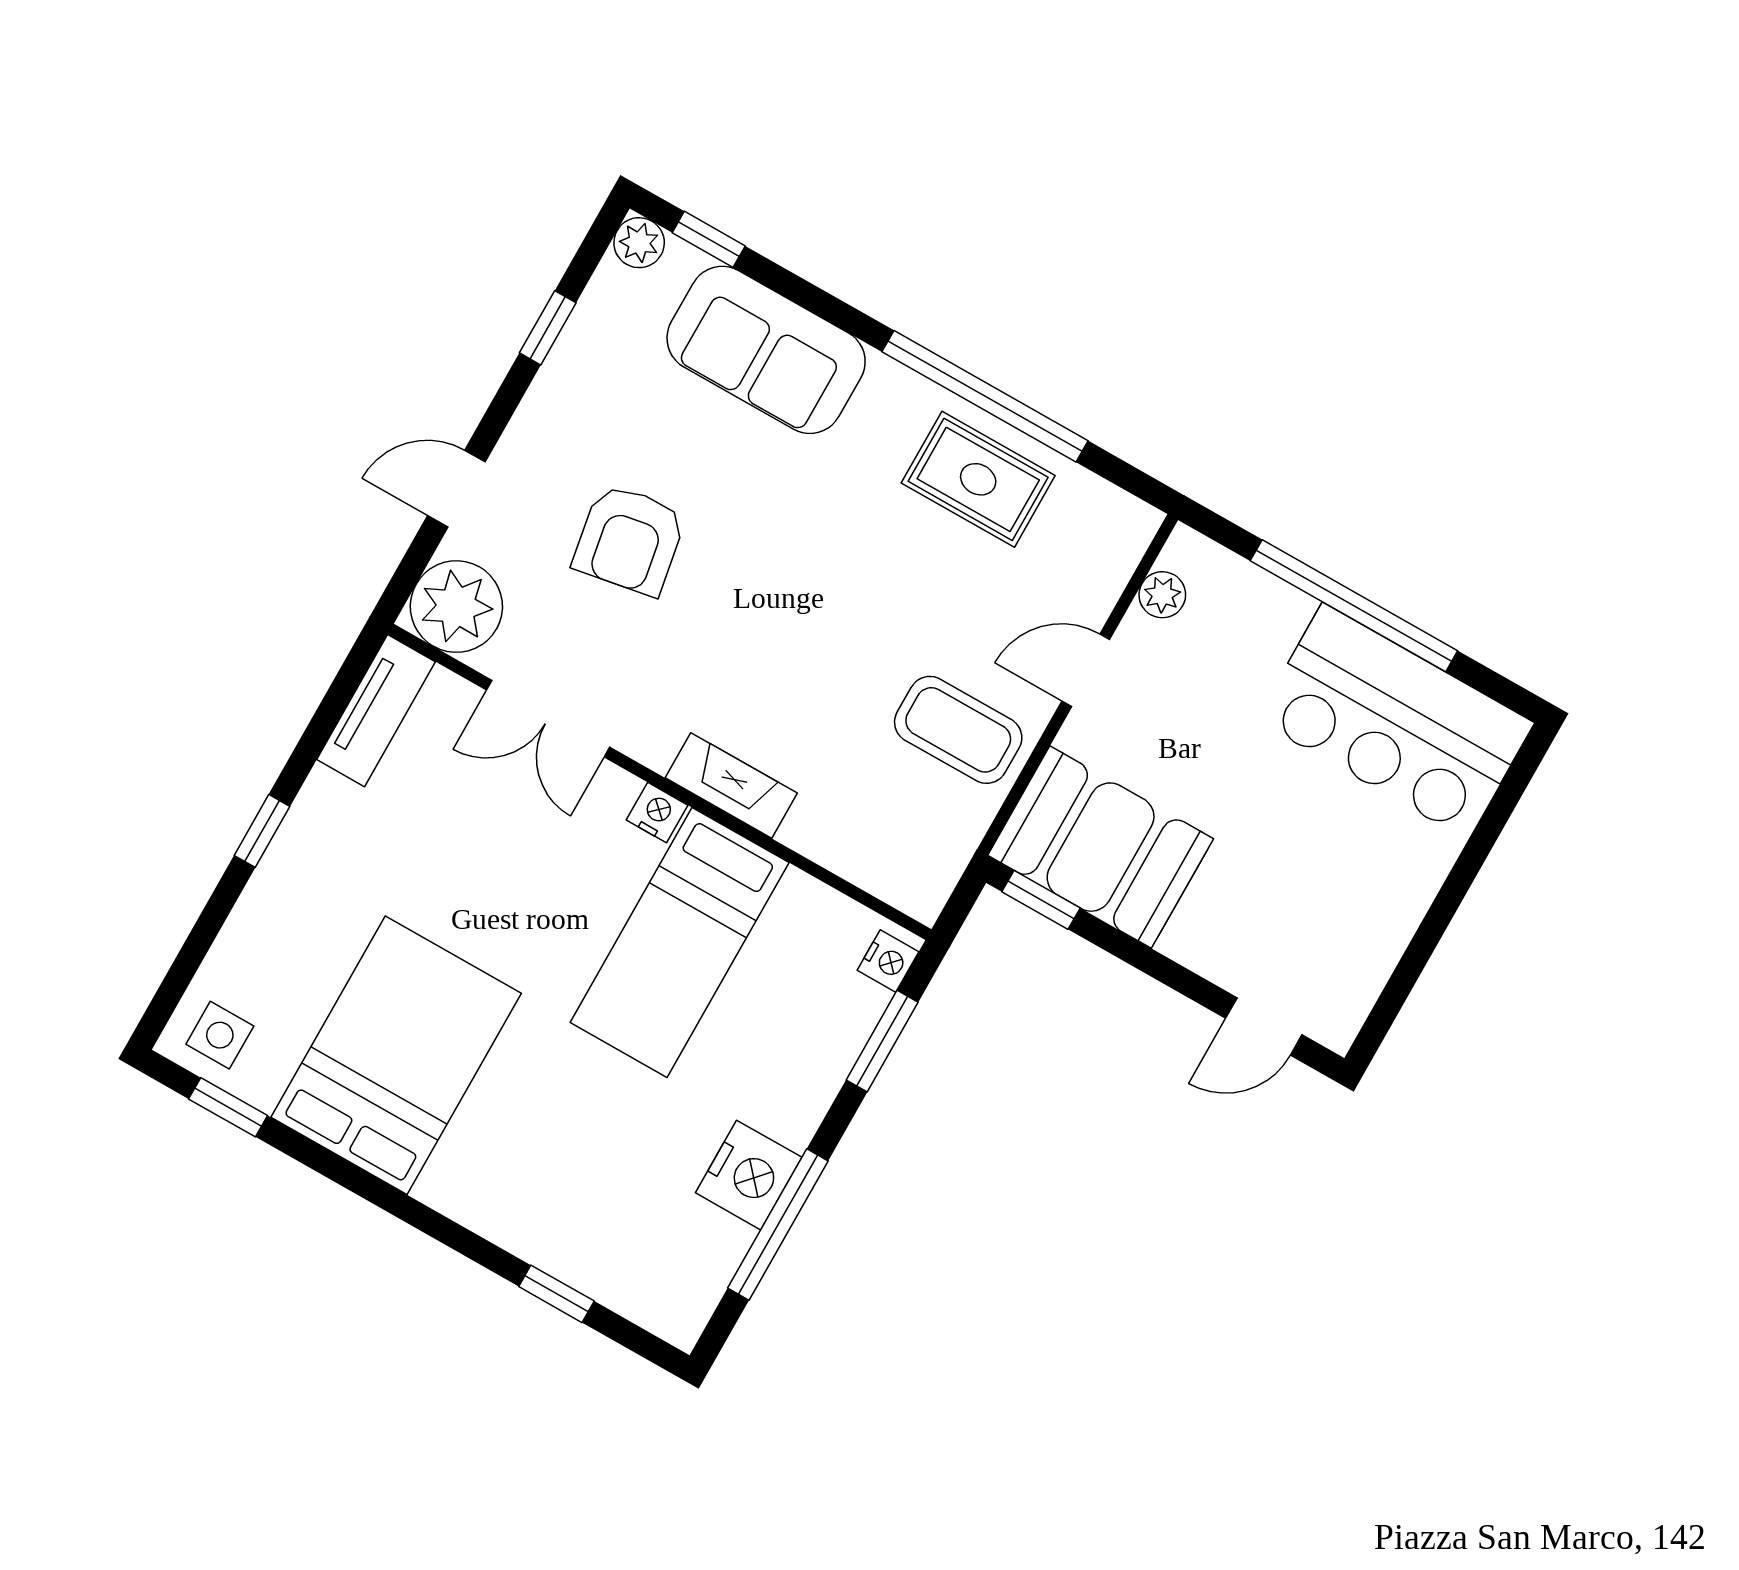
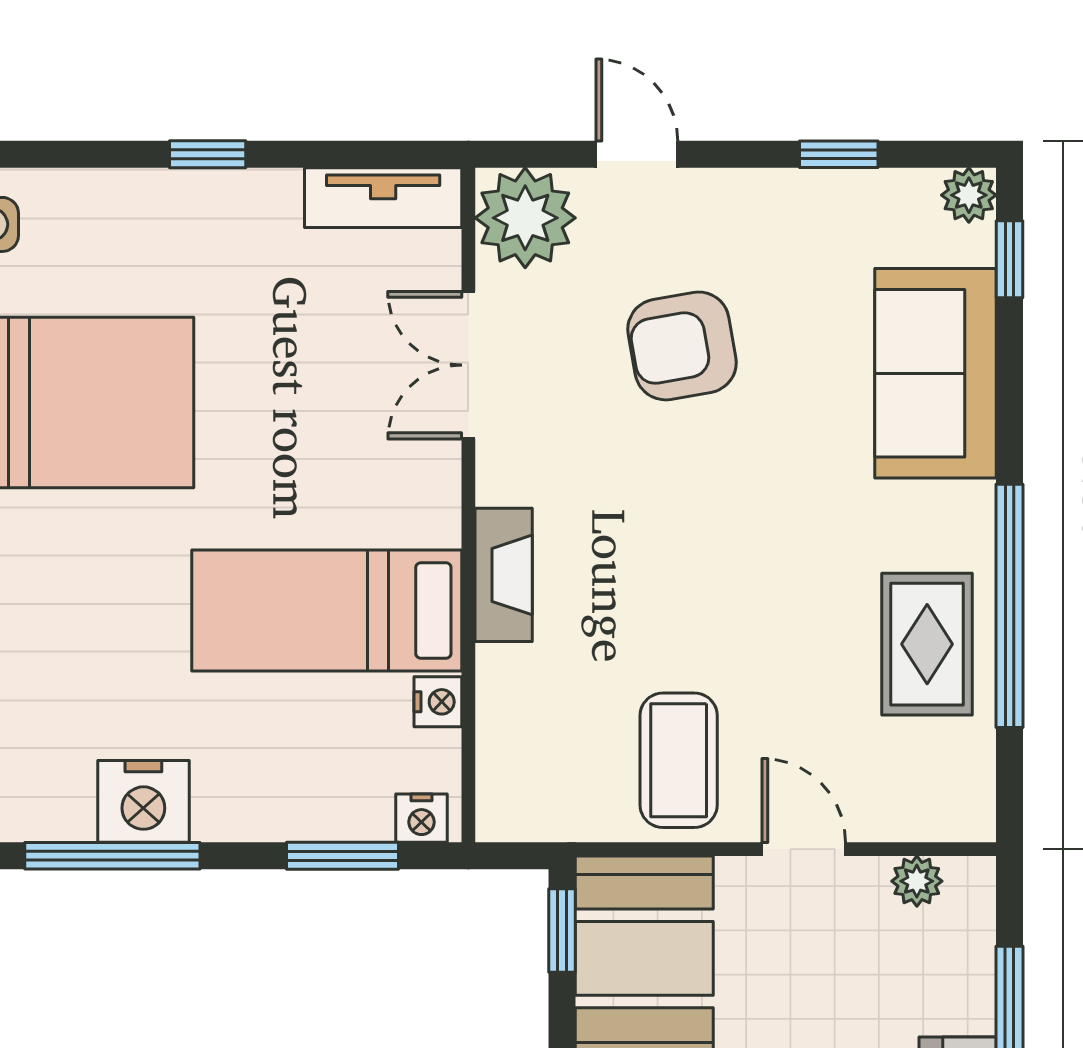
nightstand: (657, 813) -> (438, 702), moved

